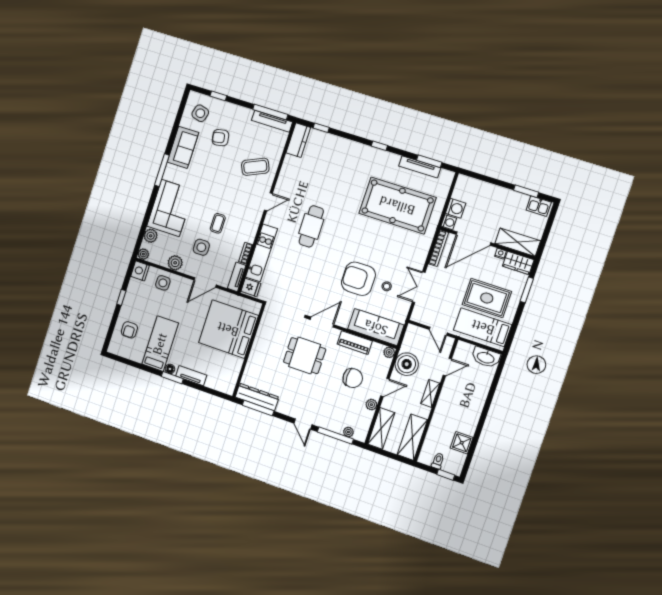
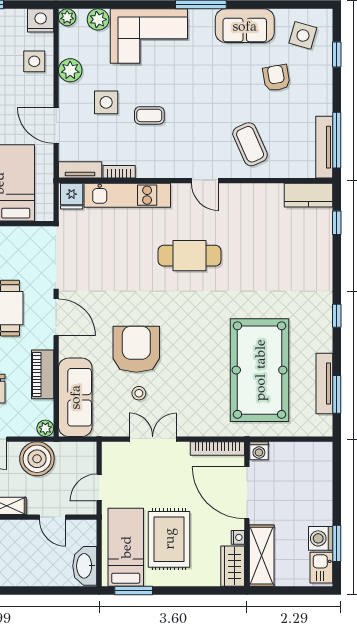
washing machine: (456, 208) -> (321, 538), moved, turned 90
window: (527, 290) -> (134, 590), moved

